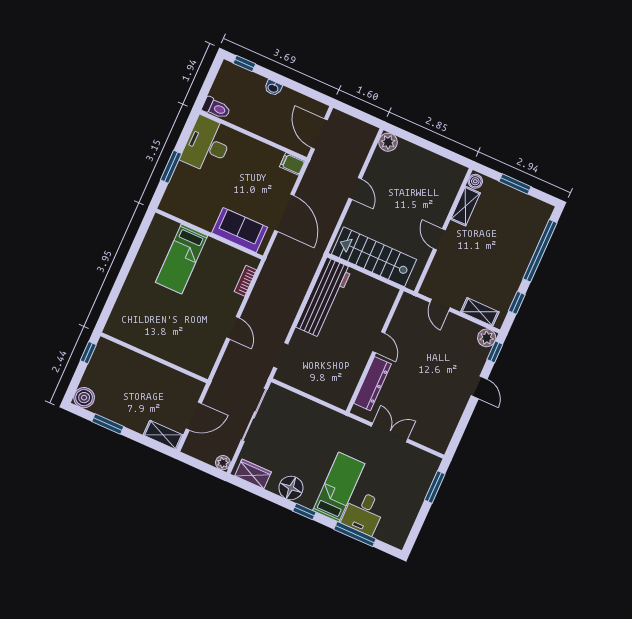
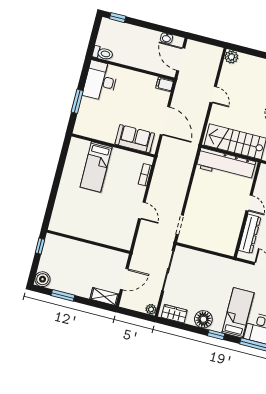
washbasin: (273, 88) -> (166, 38), moved
workbench: (324, 298) -> (226, 164), moved, turned 90

